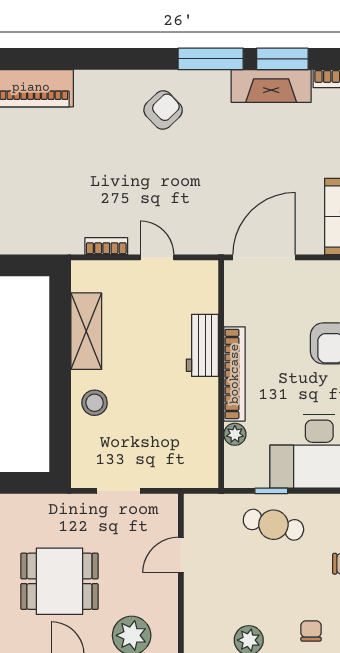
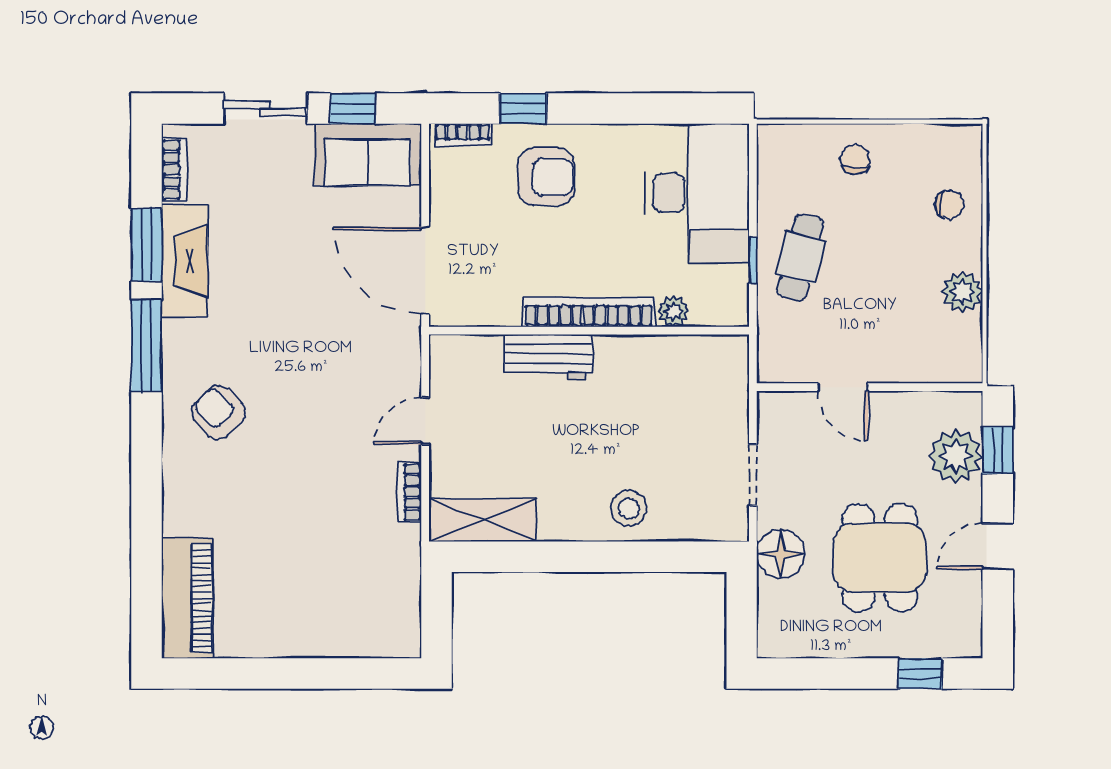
shelving: (86, 331) -> (483, 520), moved
floor lamp: (62, 511) -> (781, 554), added
chair: (311, 631) -> (949, 205), turned 180

